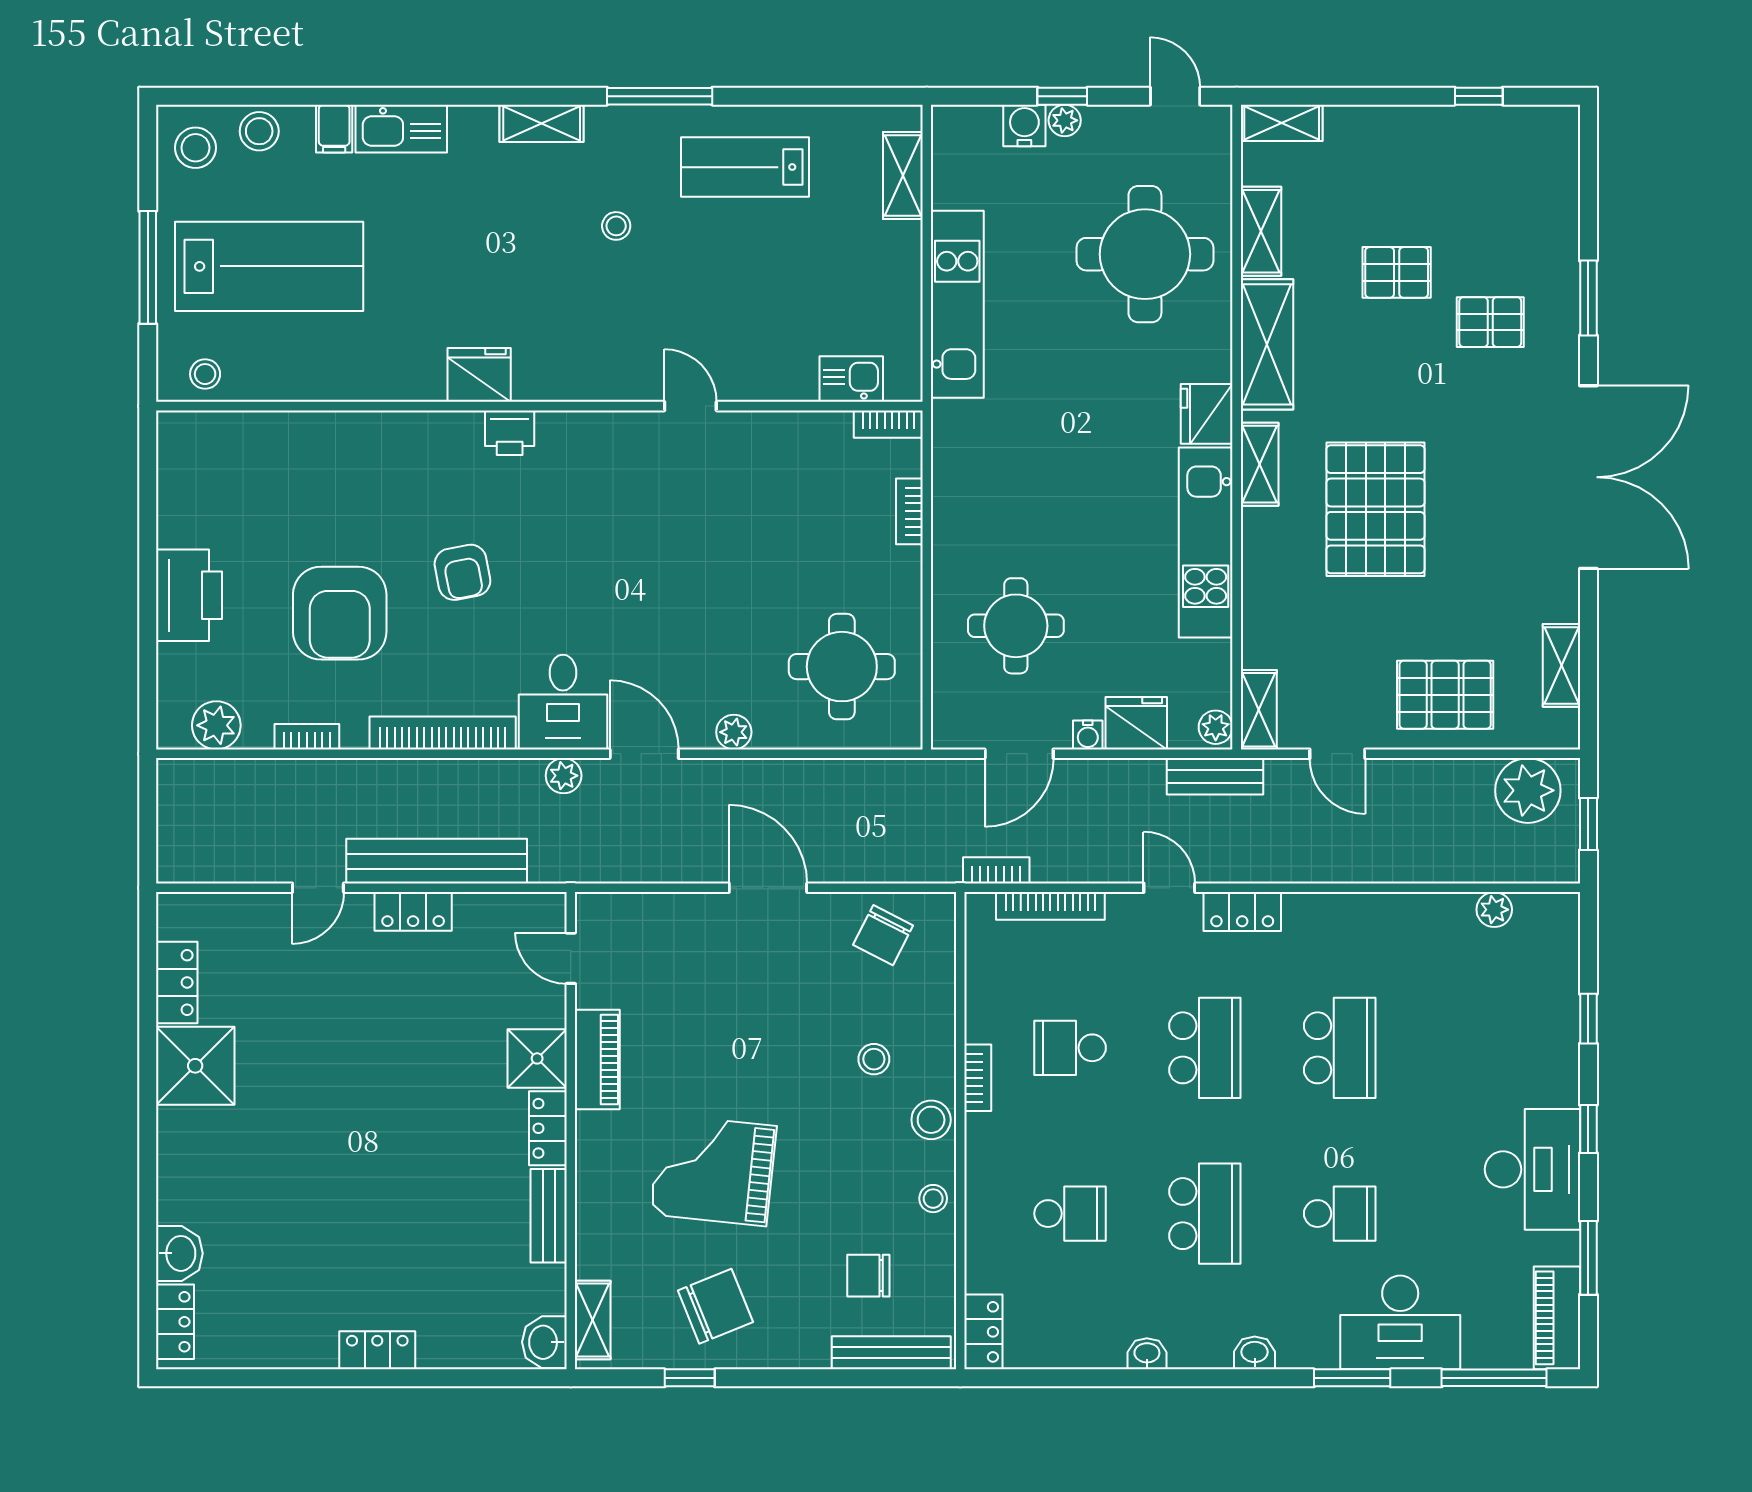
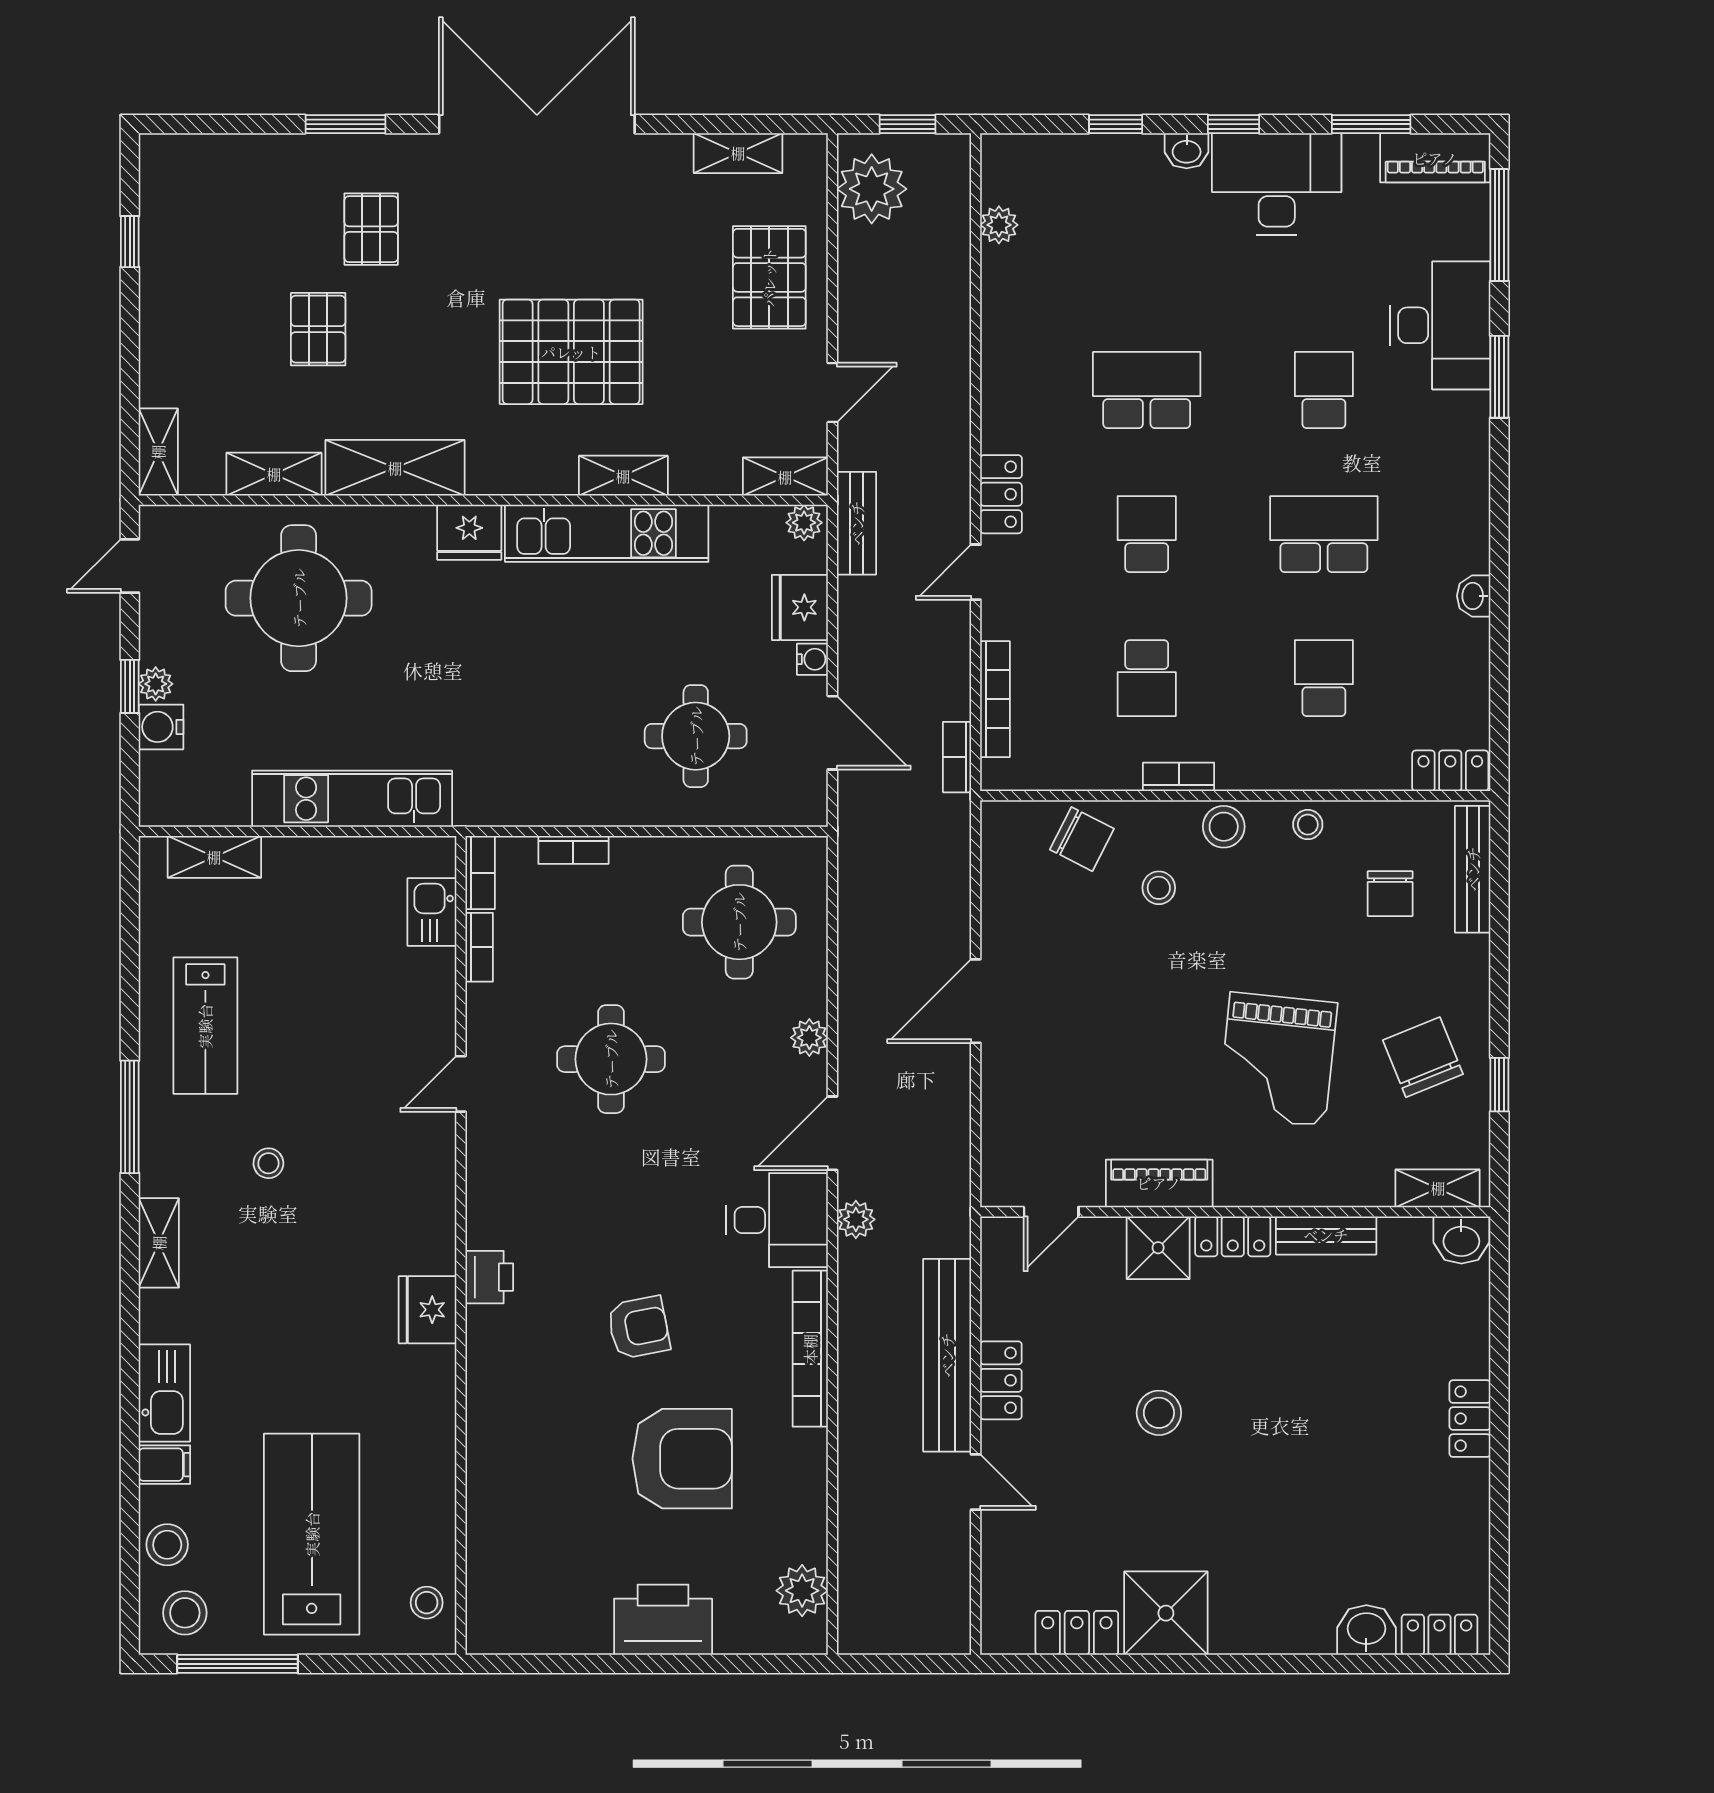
window: (148, 267) -> (238, 1664), moved
shelving: (1260, 464) -> (623, 476), moved
round table: (714, 547) -> (611, 1059), added
bookcase: (307, 737) -> (479, 947), moved, turned 180
chair: (883, 935) -> (1082, 839), moved
school desk: (1205, 1048) -> (1147, 534), width x0.54
stool: (383, 1059) -> (1159, 1413), added
washbasin: (1255, 1353) -> (1187, 151), moved, turned -90

